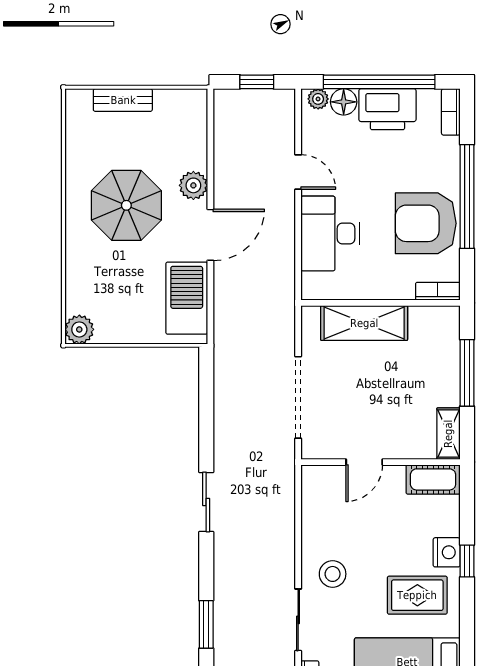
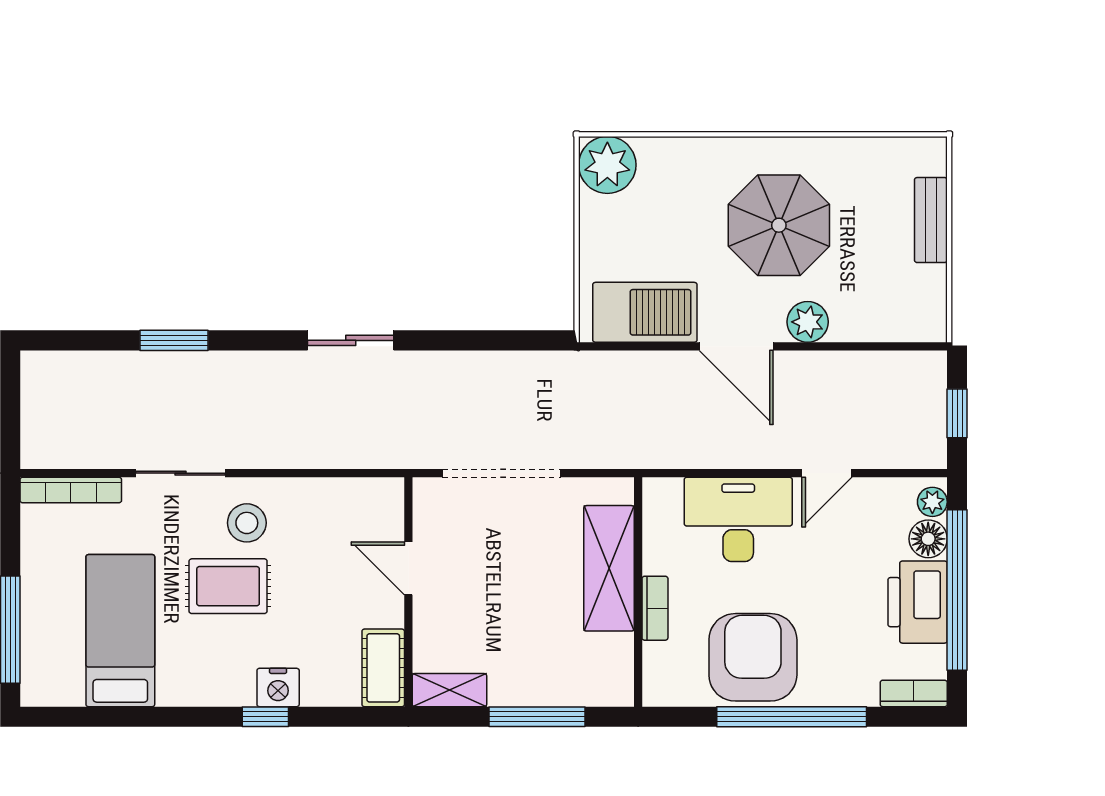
bookcase: (438, 291) -> (655, 608), moved
plant: (79, 329) -> (607, 165), width x1.36, depth x1.36
rug: (417, 595) -> (228, 586), moved, turned 90

